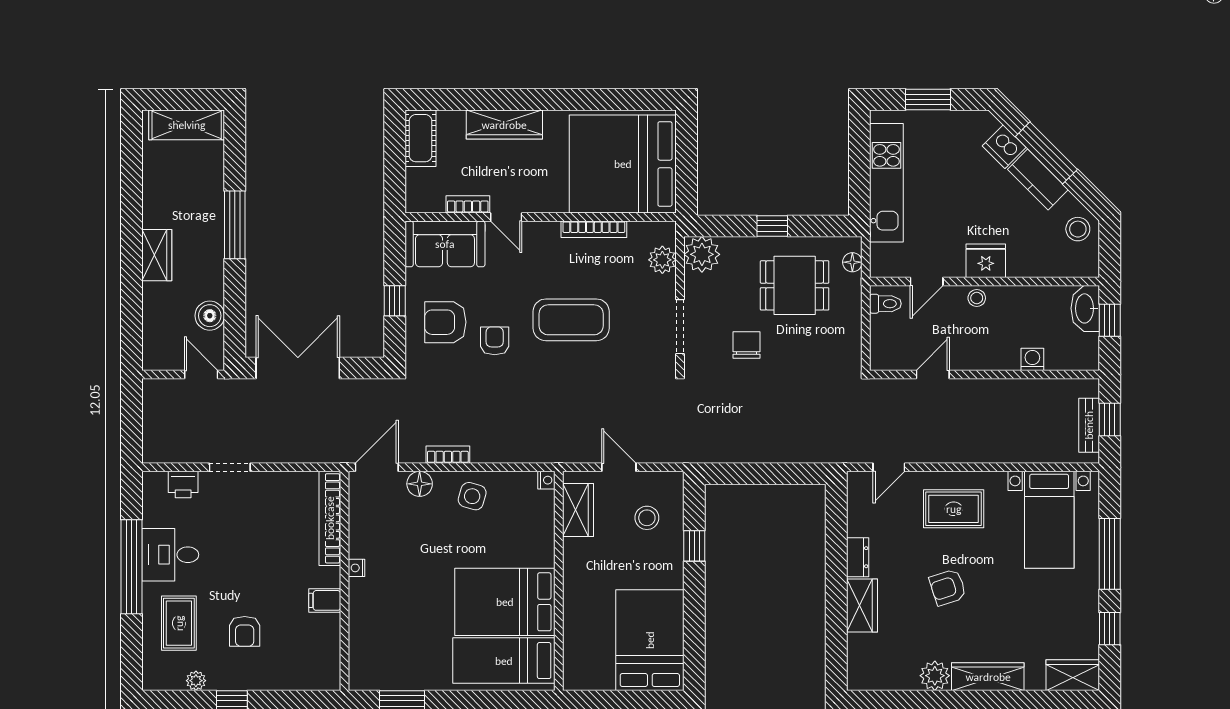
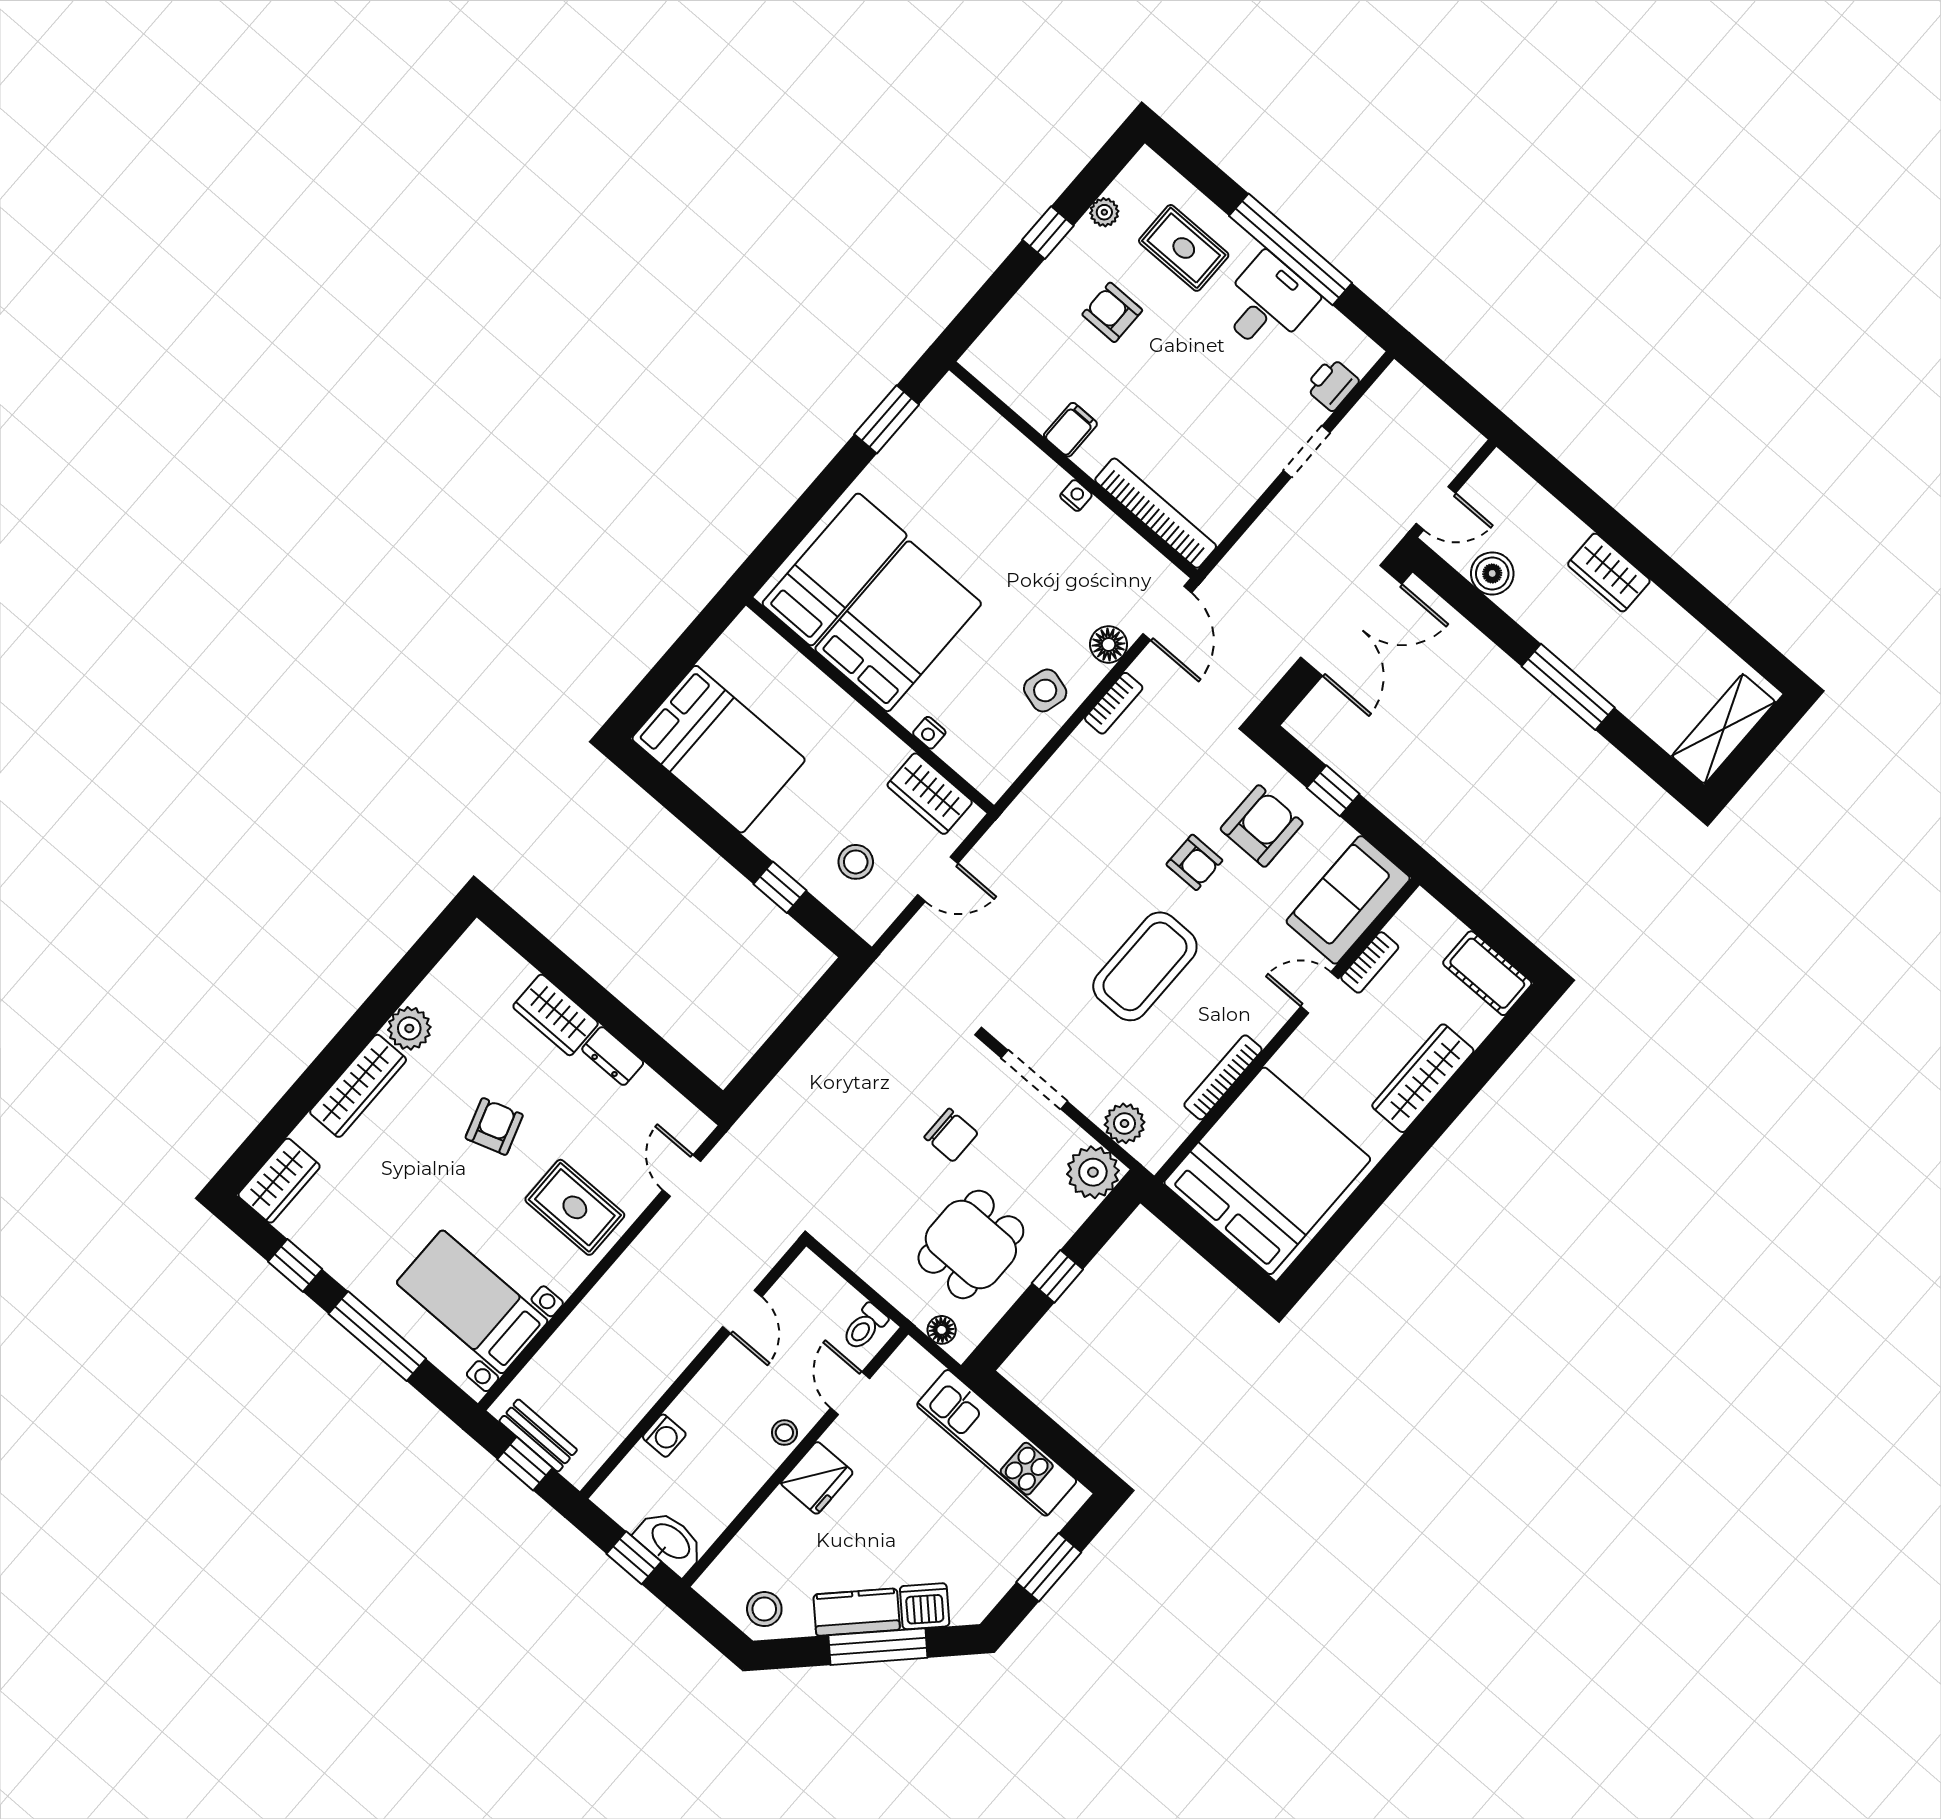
nightstand: (546, 480) -> (929, 733), moved
rug: (954, 509) -> (575, 1207), turned 90

